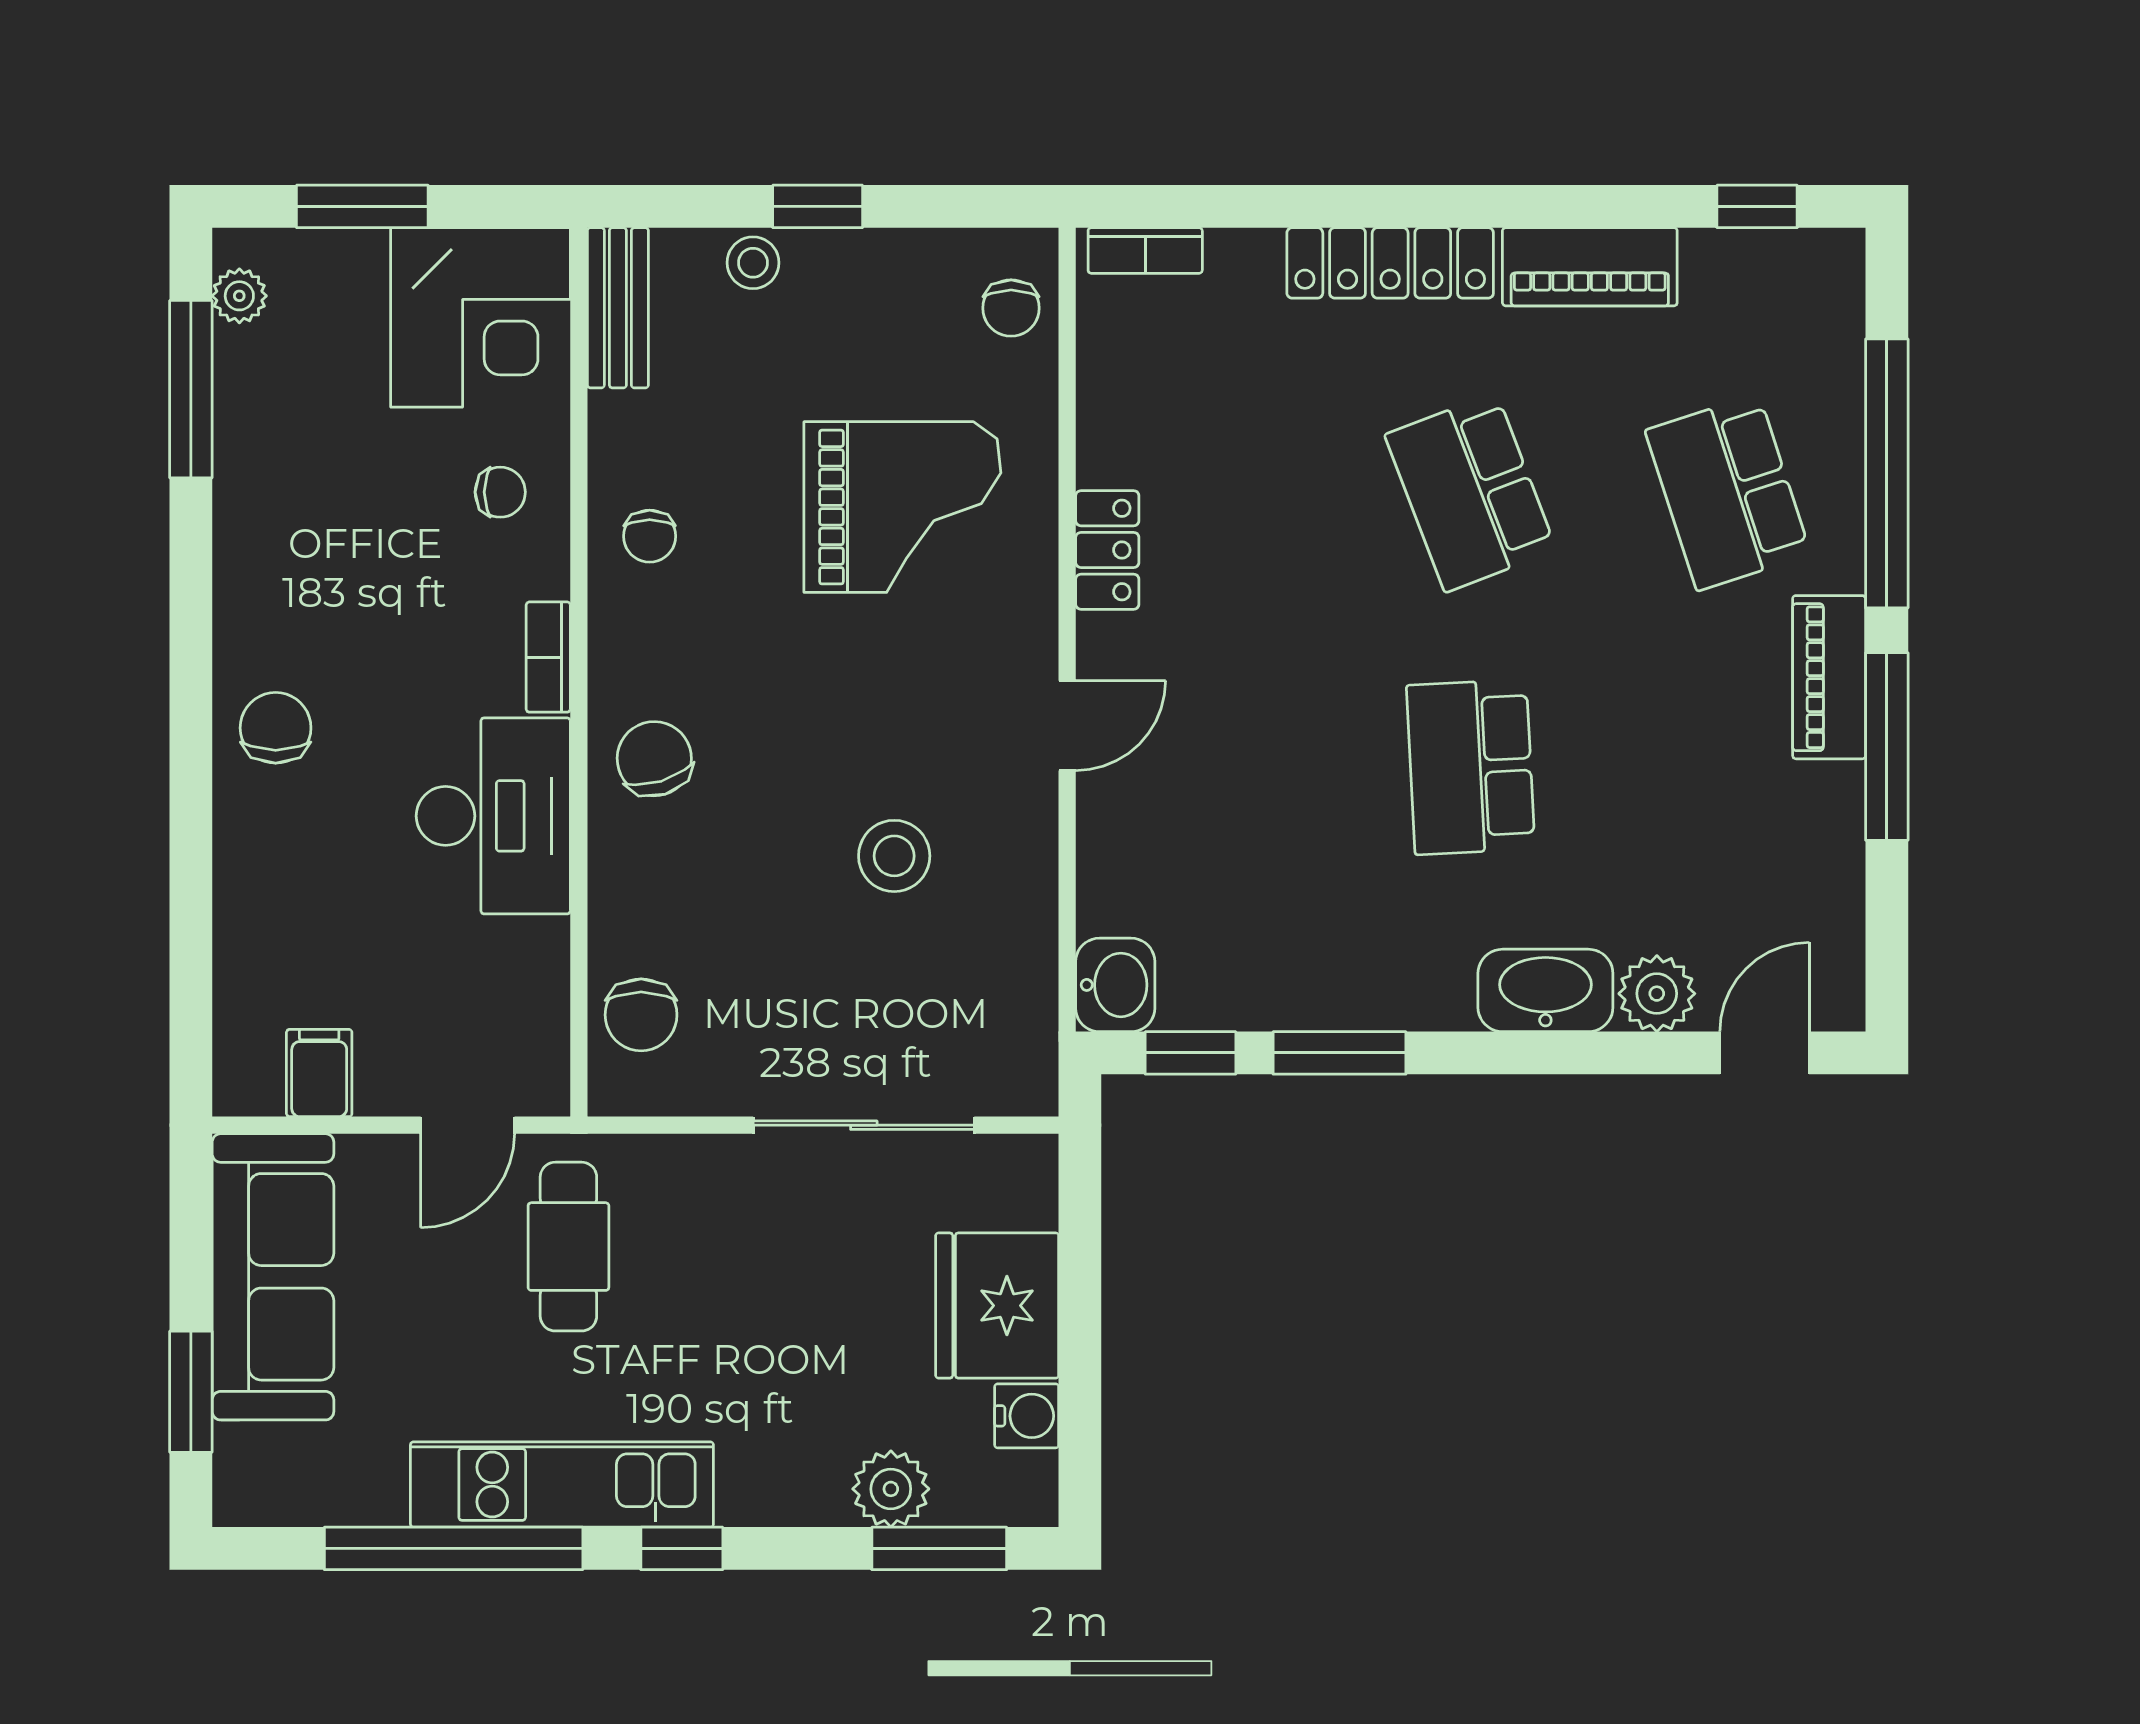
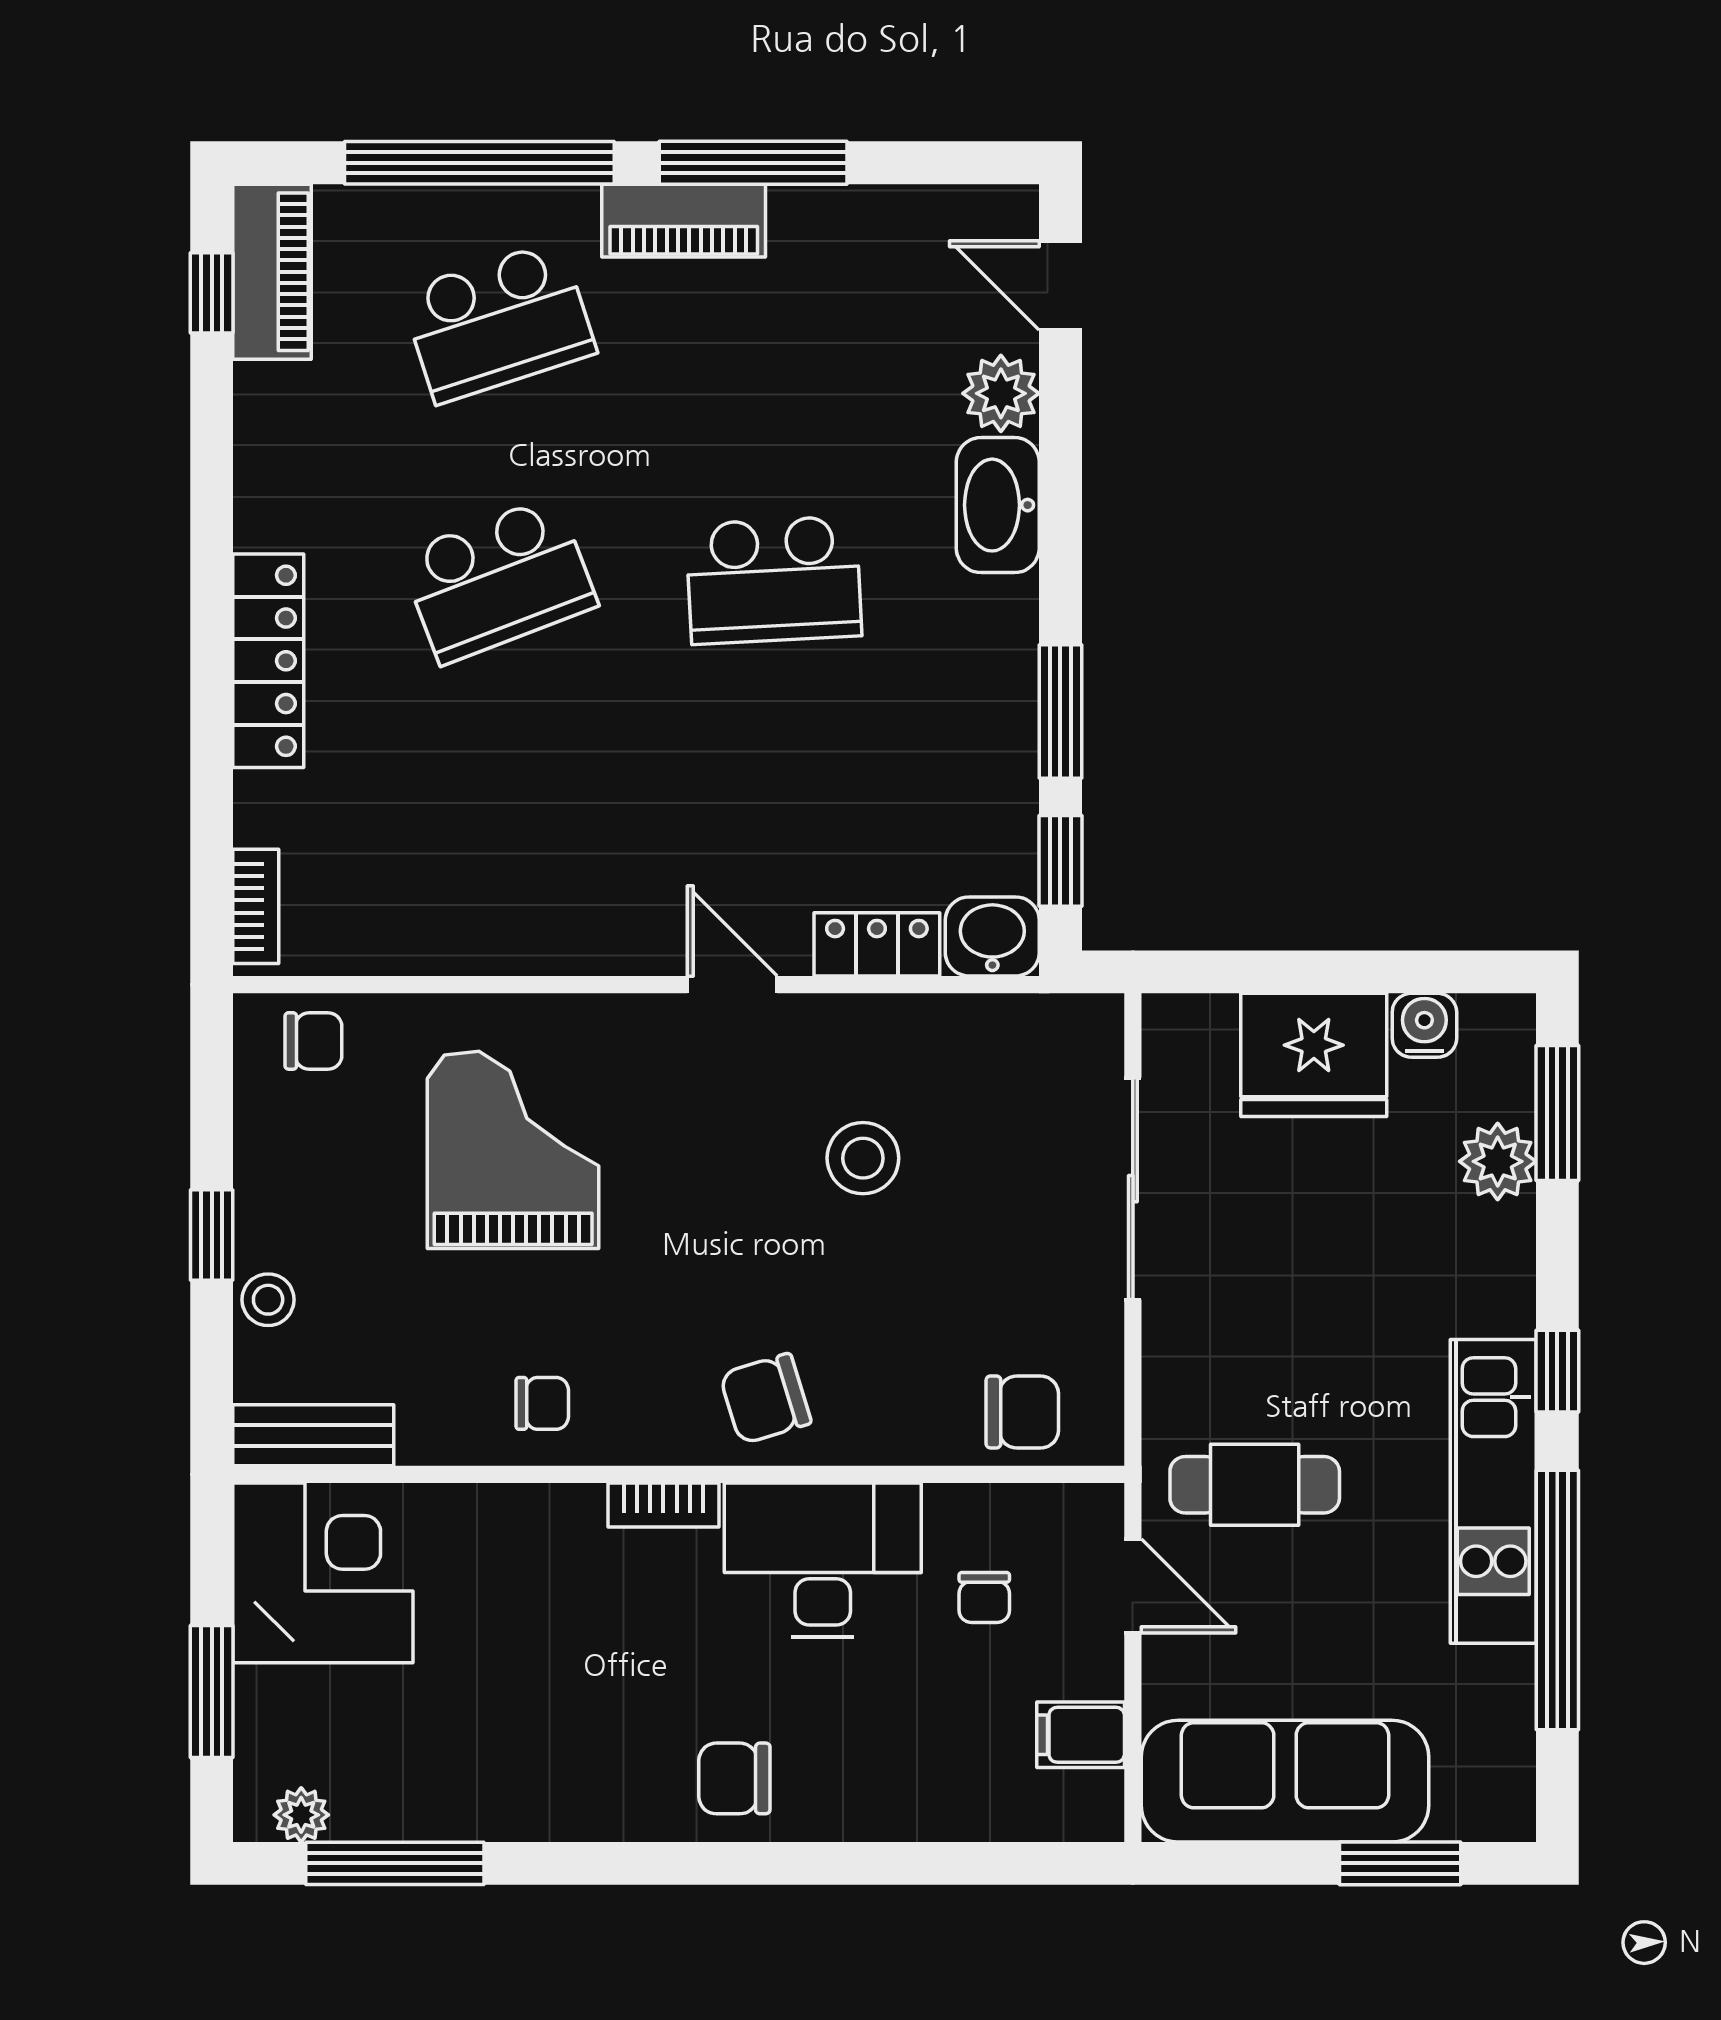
piano: (1590, 267) -> (272, 272), moved
chair: (500, 492) -> (984, 1597), moved, turned 180
locker: (1107, 550) -> (877, 944), moved

